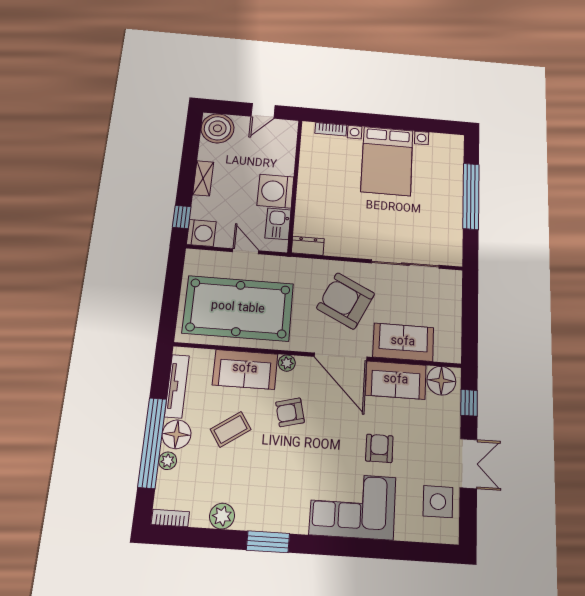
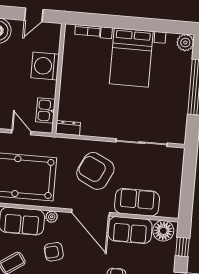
plant: (453, 144) -> (185, 42), added
washing machine: (275, 191) -> (45, 66), moved

